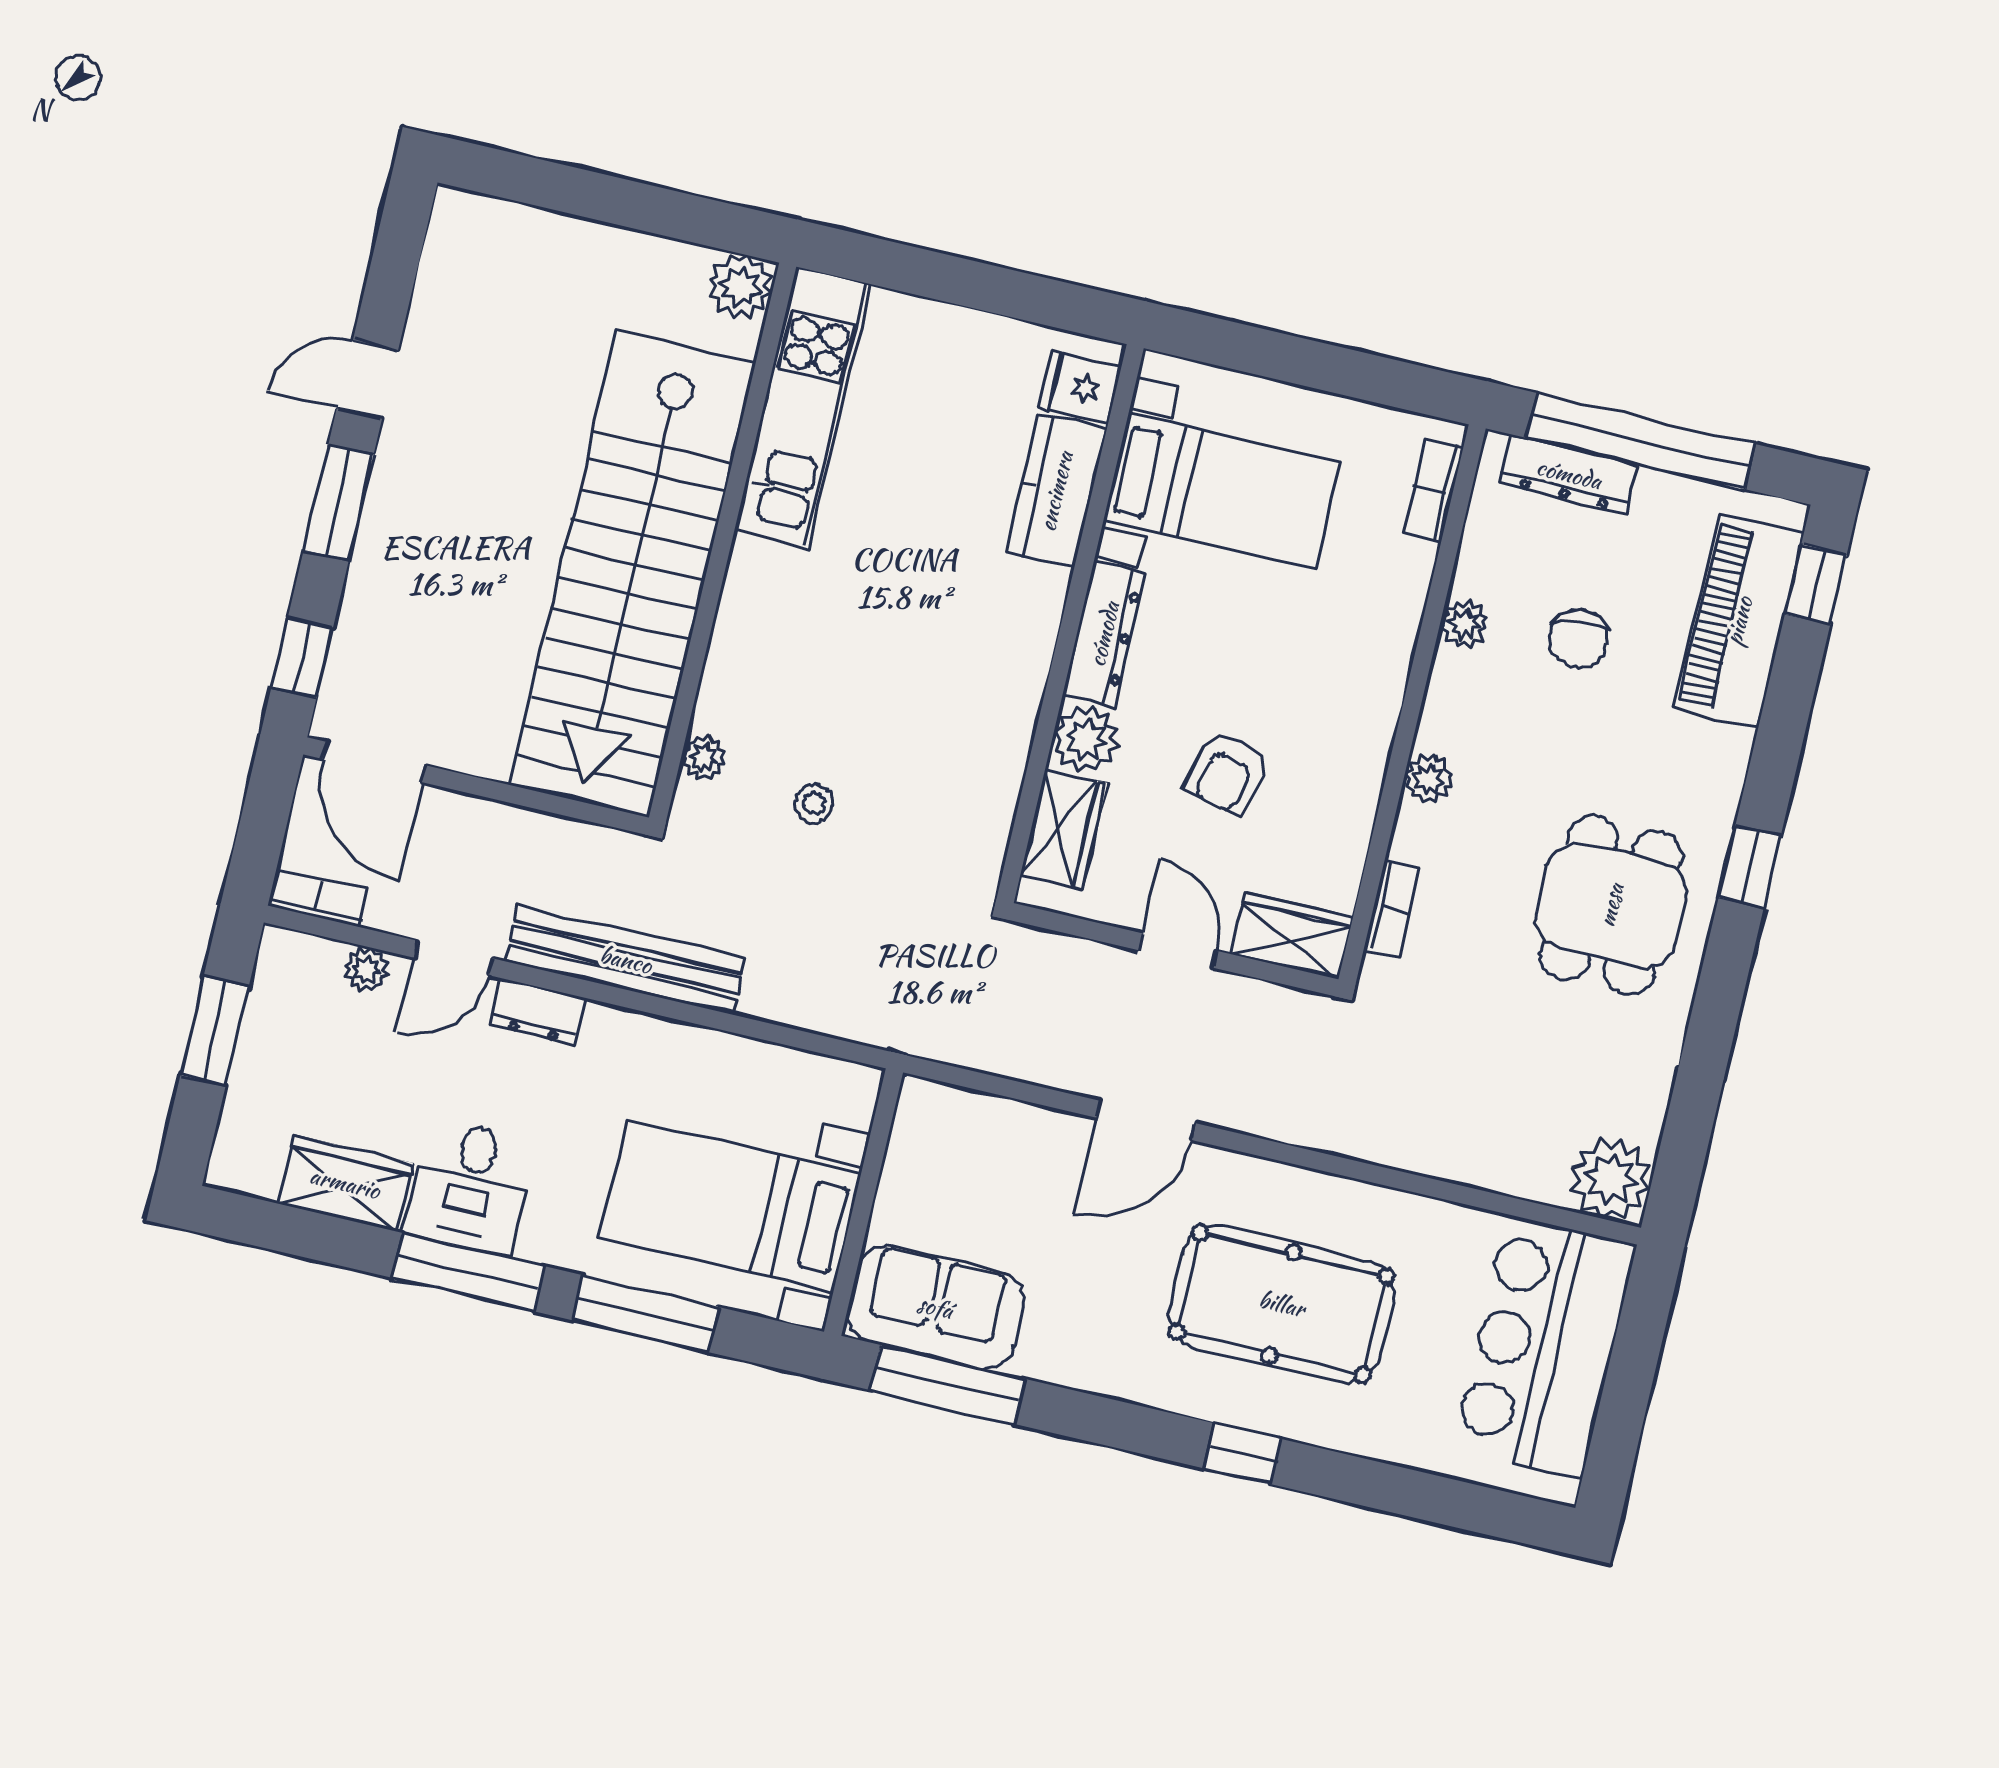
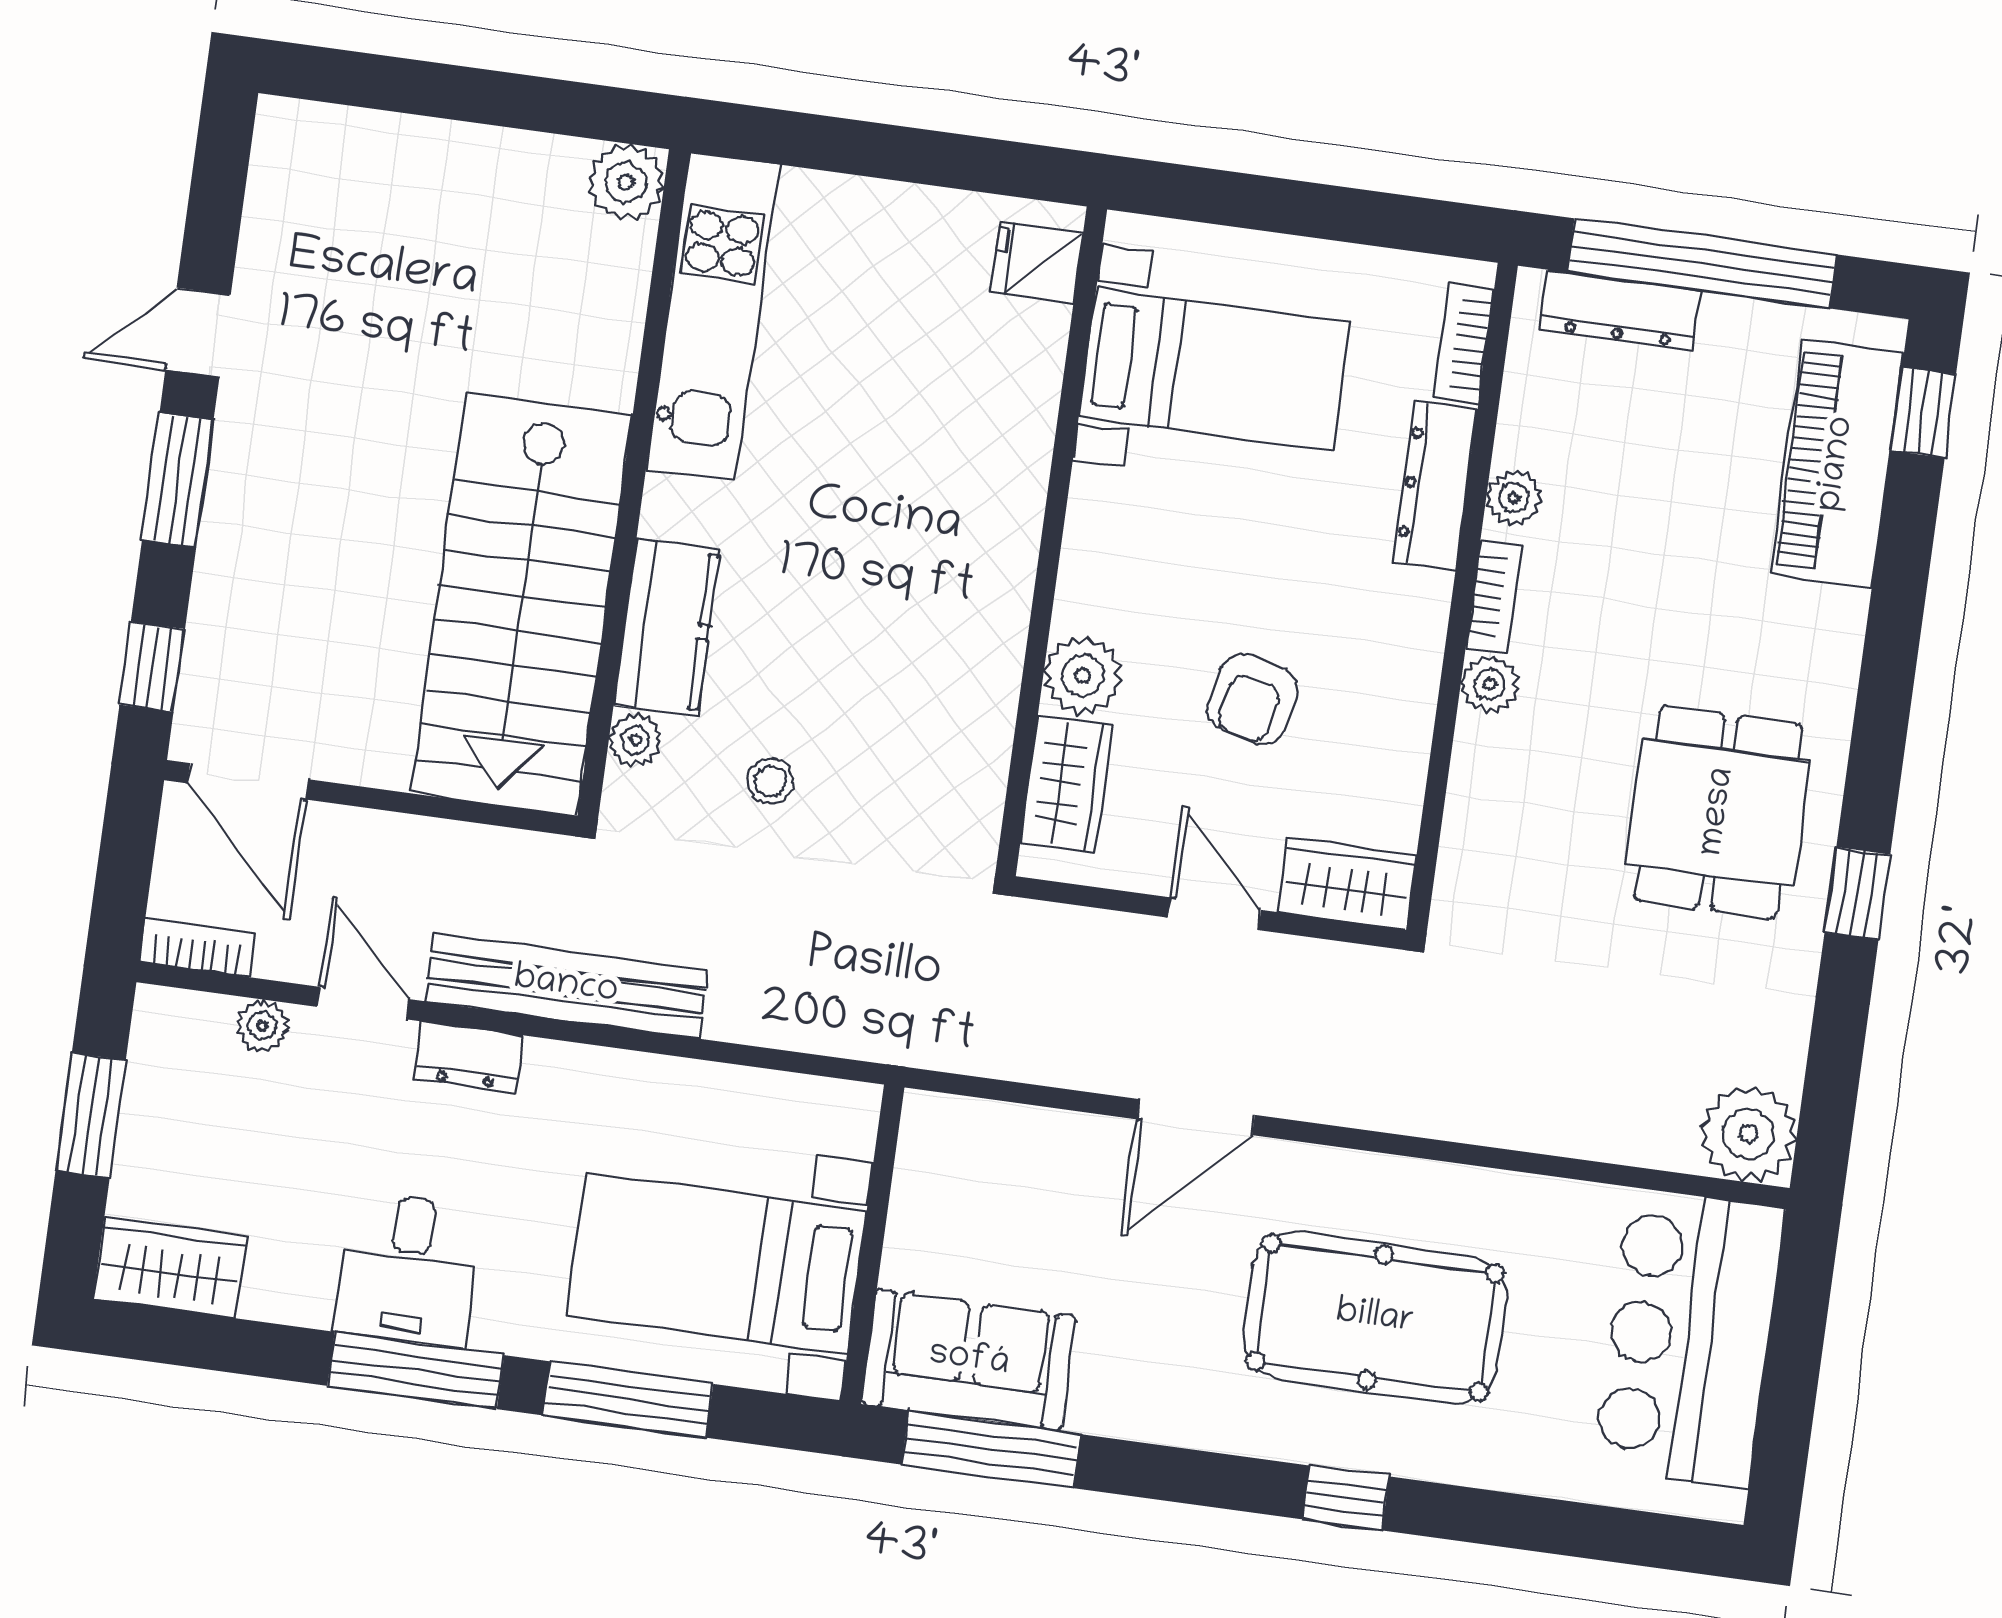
kitchen counter: (1056, 491) -> (667, 627), moved, turned 180
stairs: (633, 574) -> (522, 604), width x0.73
dresser: (1104, 634) -> (1435, 485), moved, turned 180
chair: (1578, 639) -> (1650, 503), removed
window: (1750, 867) -> (1857, 894), moved
bookcase: (1392, 909) -> (1494, 597), moved
door: (453, 958) -> (363, 1003), swing flipped
wardrobe: (345, 1183) -> (170, 1267), moved

